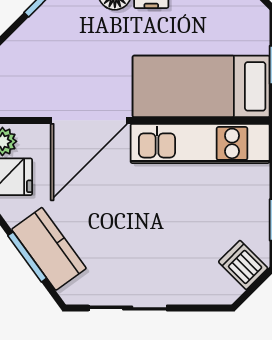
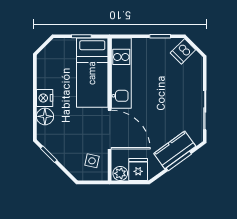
side table: (27, 86) -> (92, 161), added

